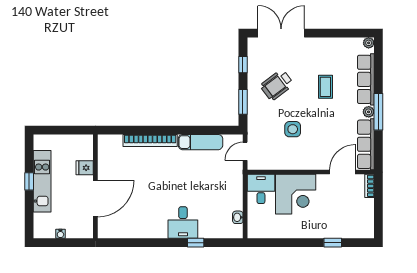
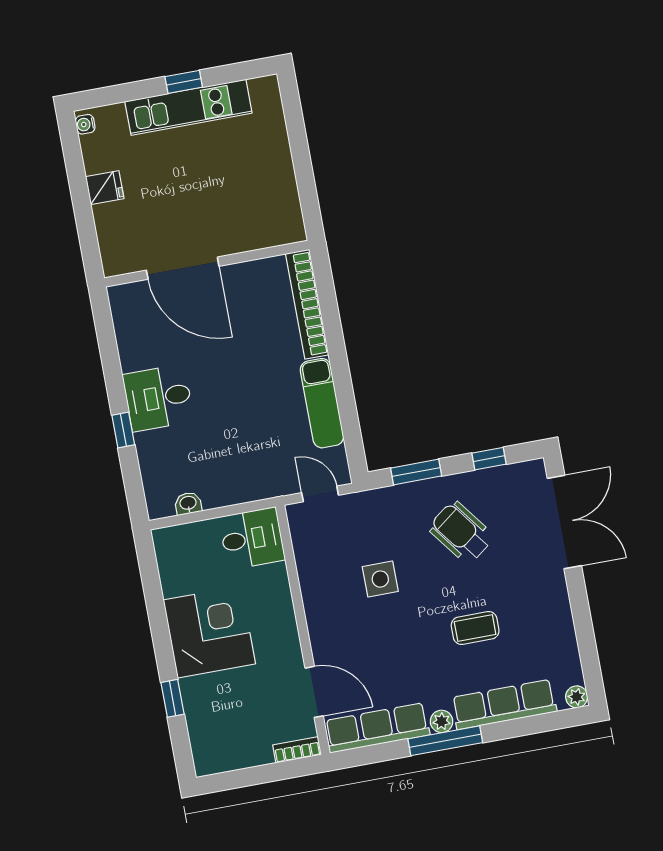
fridge: (85, 168) -> (105, 188), moved, turned 90
wall: (95, 186) -> (207, 264), moved
corner desk: (296, 194) -> (209, 632), moved, turned 180
door: (95, 199) -> (183, 268), moved
water cooler: (60, 234) -> (85, 124), moved

